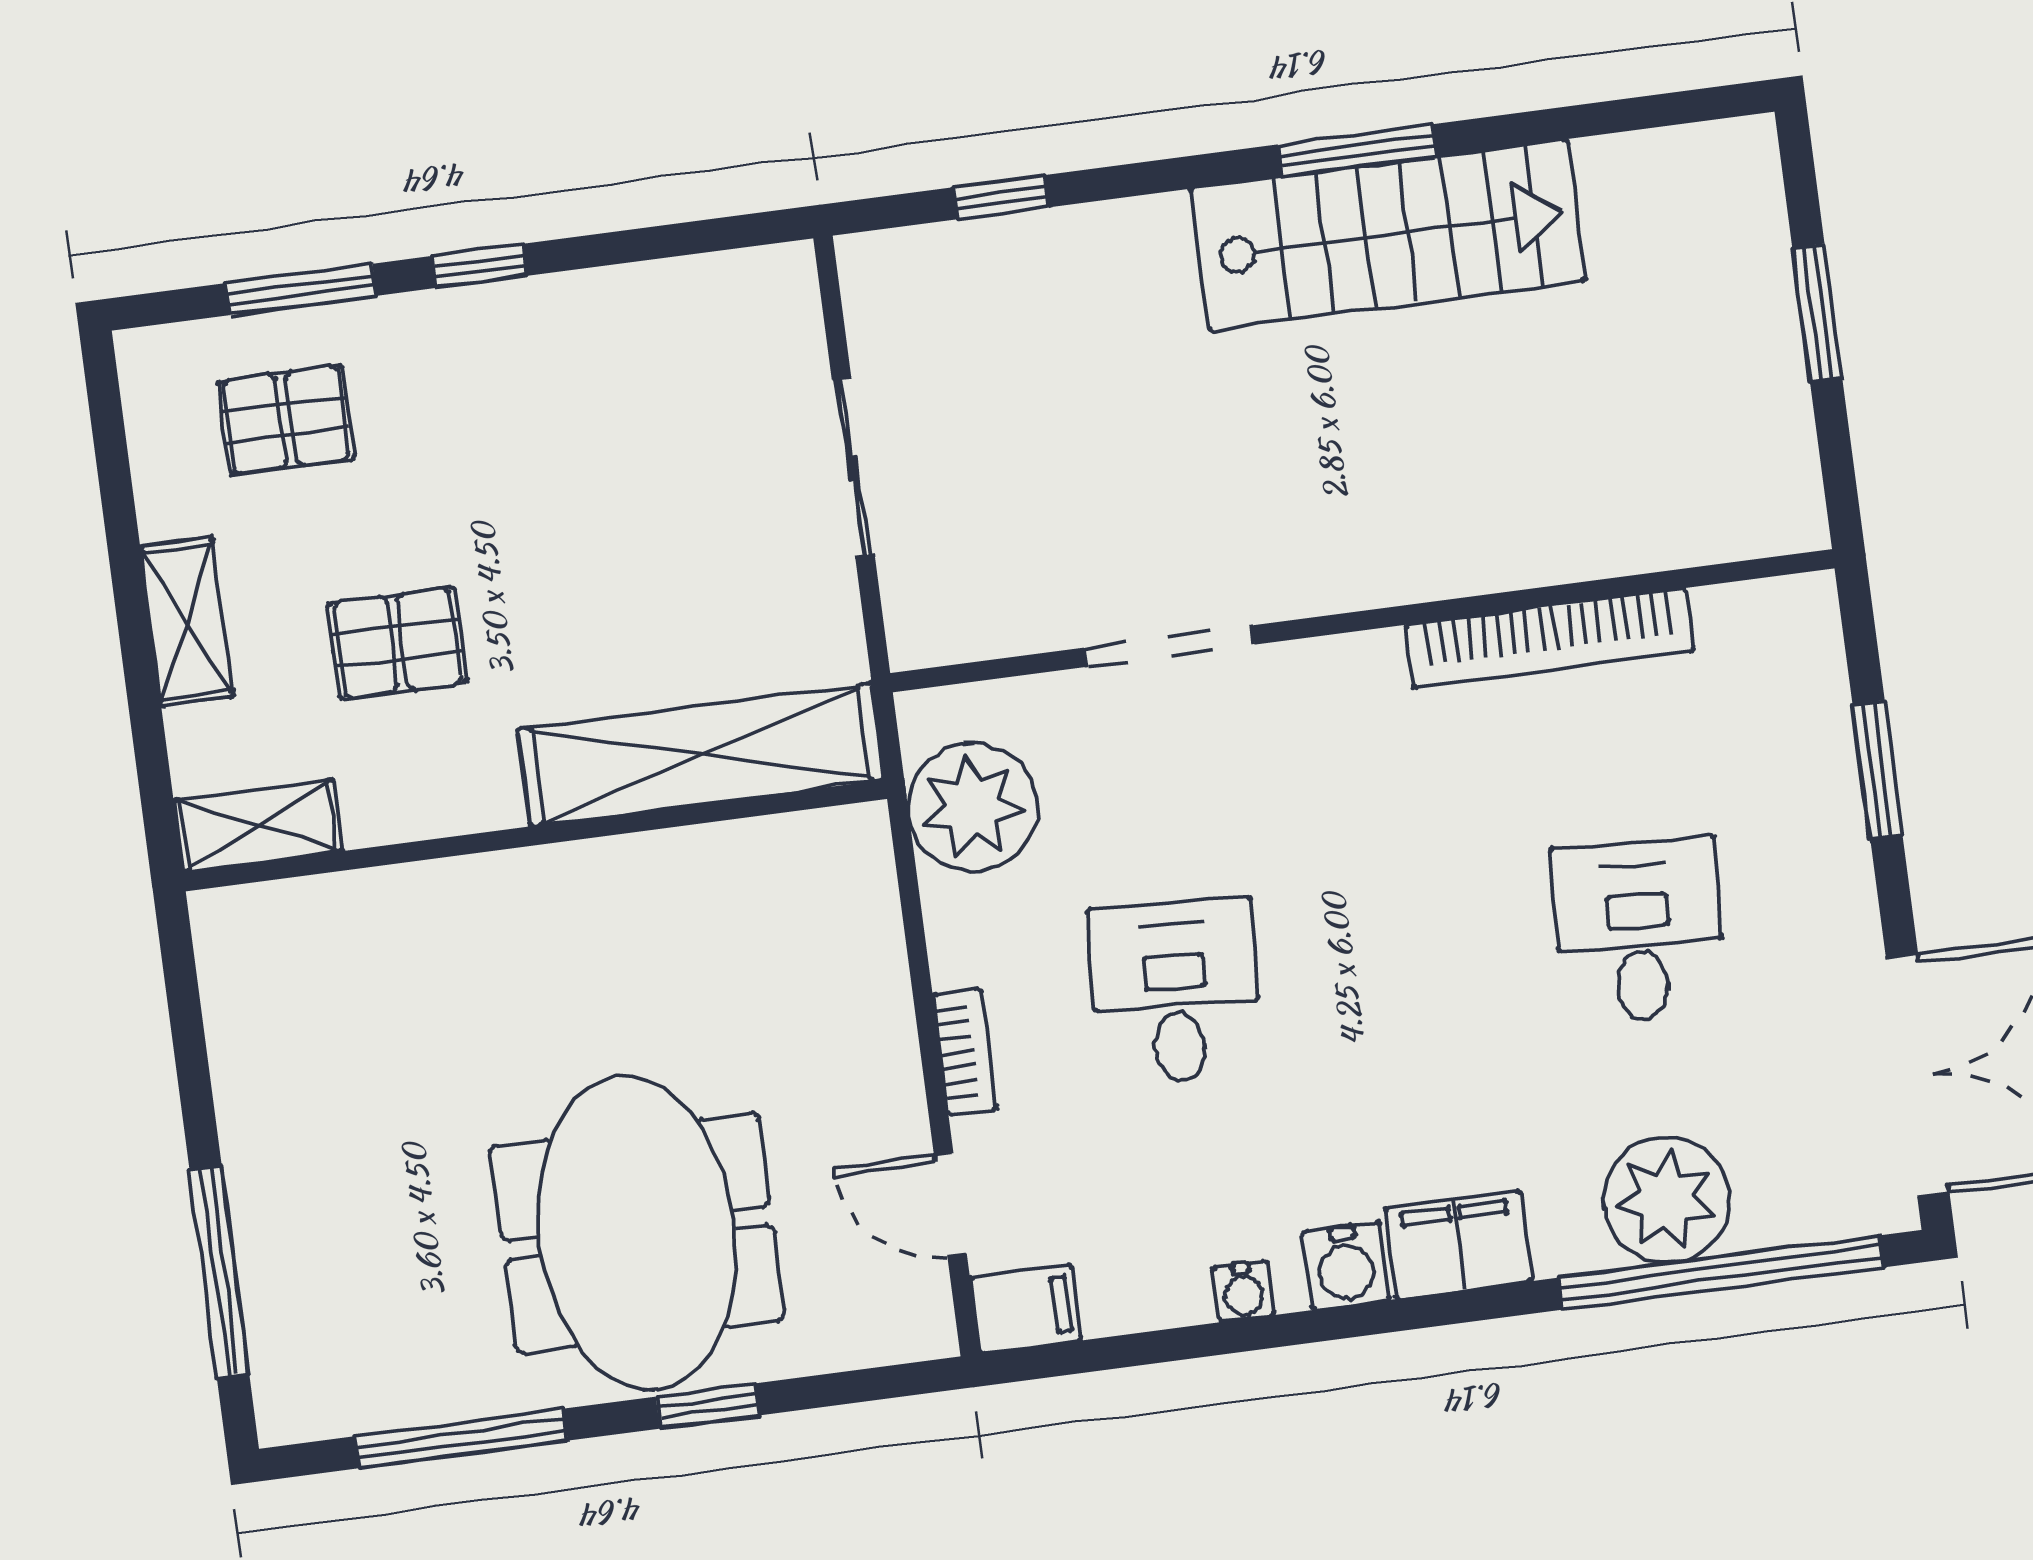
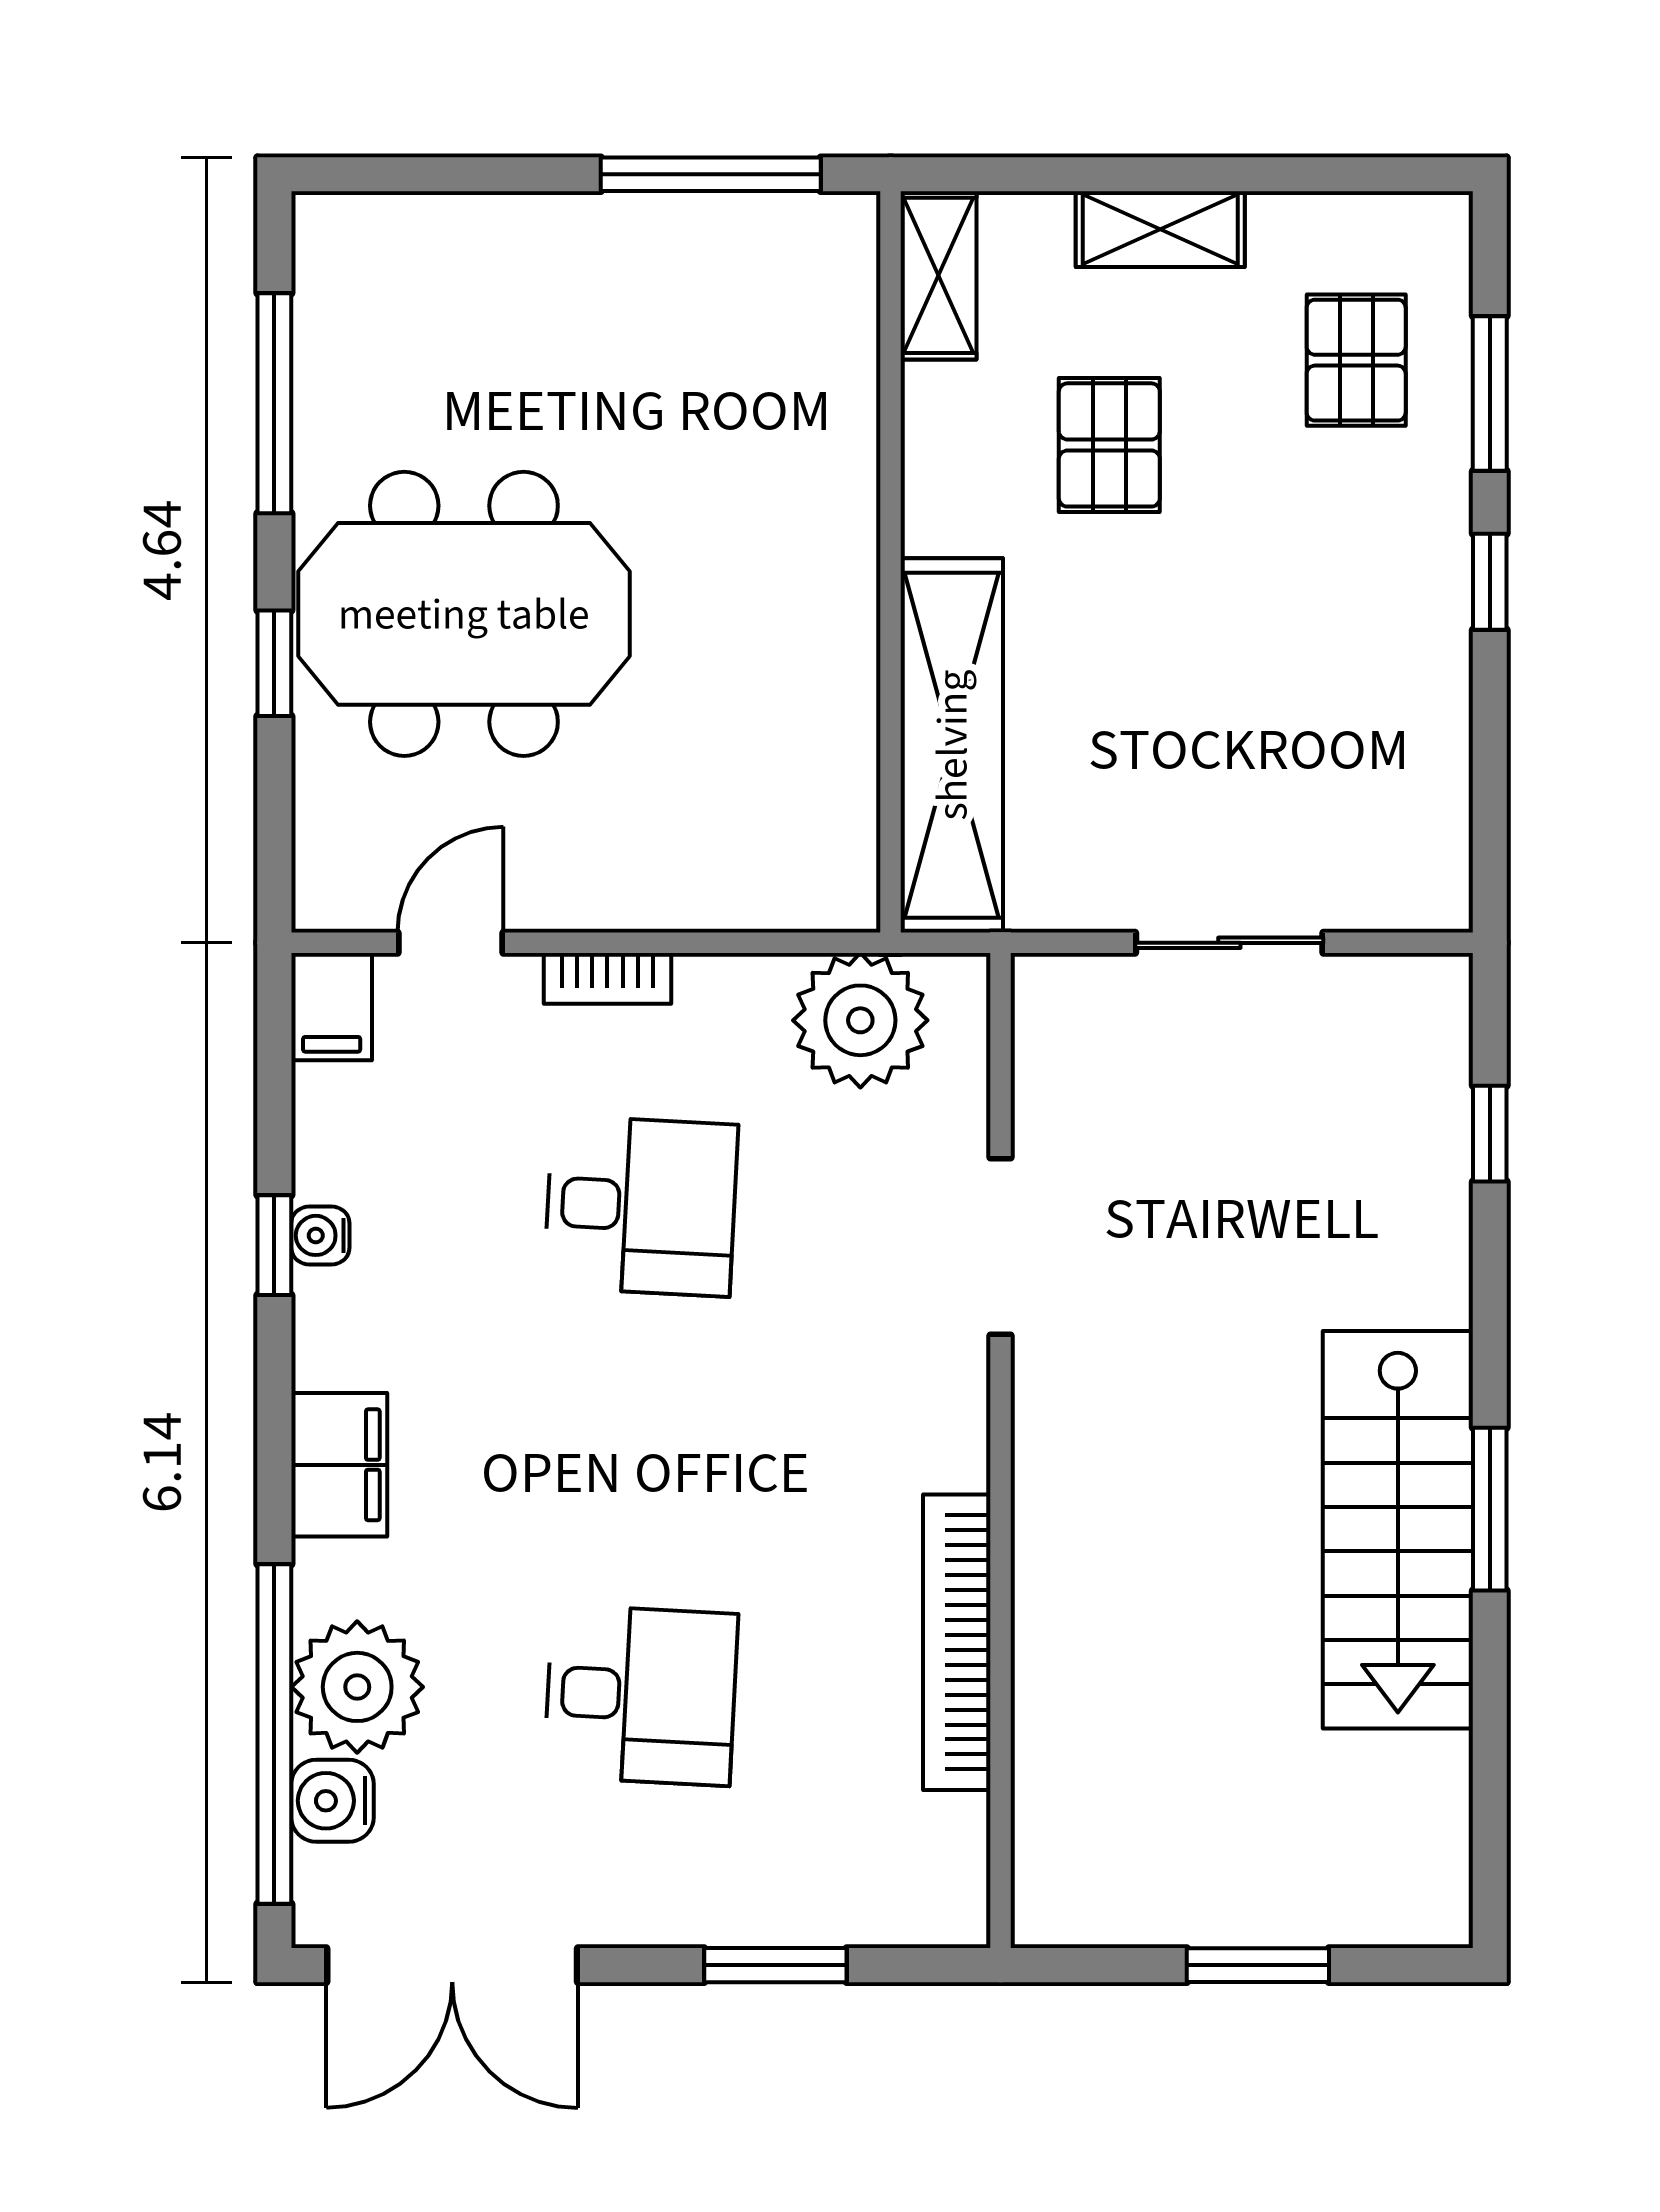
water cooler: (1346, 1266) -> (332, 1801), moved
window: (219, 1272) -> (711, 174), moved
window: (1258, 1333) -> (274, 1245), added

